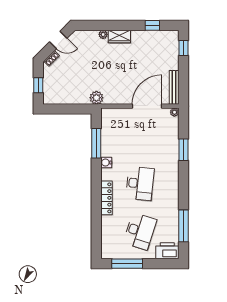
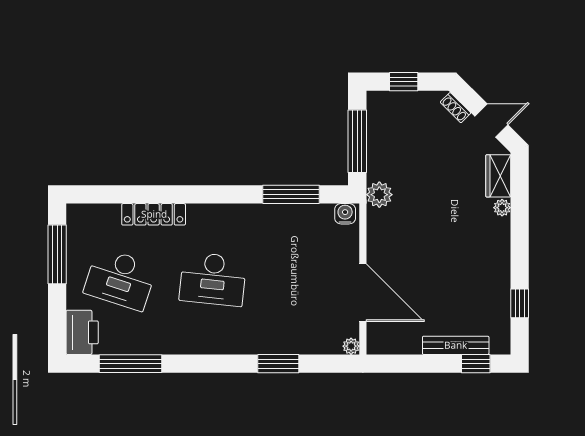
wardrobe: (119, 36) -> (498, 176), moved
door: (58, 40) -> (491, 121), swing flipped
bench: (174, 87) -> (456, 345), moved
window: (69, 109) -> (357, 141), added
water cooler: (106, 163) -> (345, 214), moved
locker: (107, 198) -> (154, 214), moved

